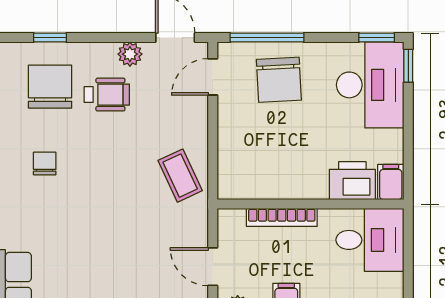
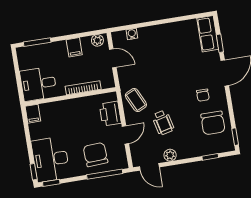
door: (213, 77) -> (125, 135), moved
chair: (50, 87) -> (213, 123), moved
wheelchair: (107, 95) -> (163, 123), moved, turned -103
printer: (352, 181) -> (110, 114), moved, turned 90

